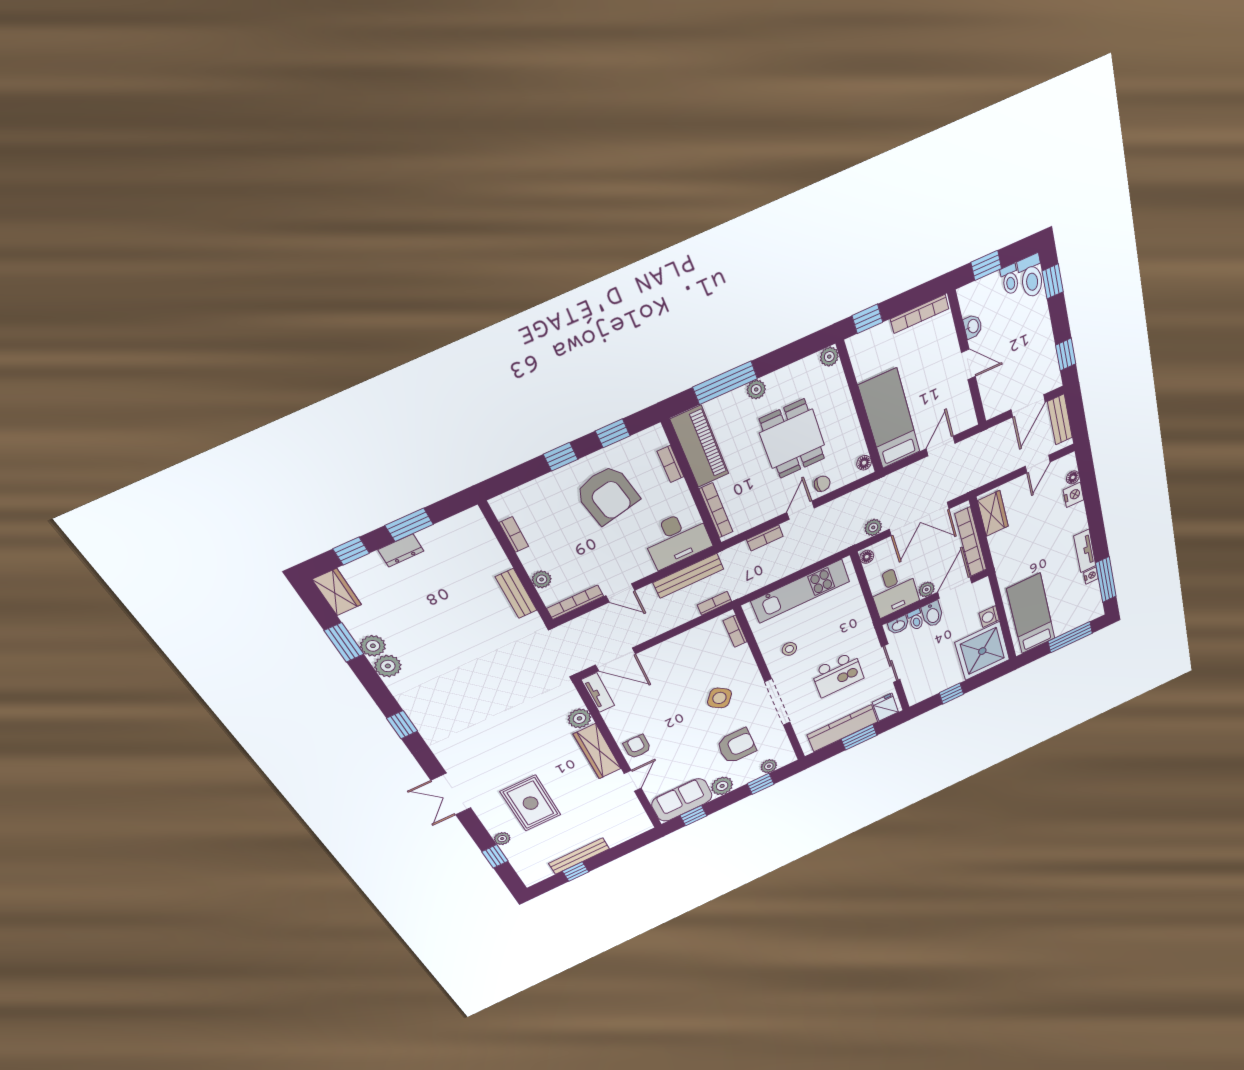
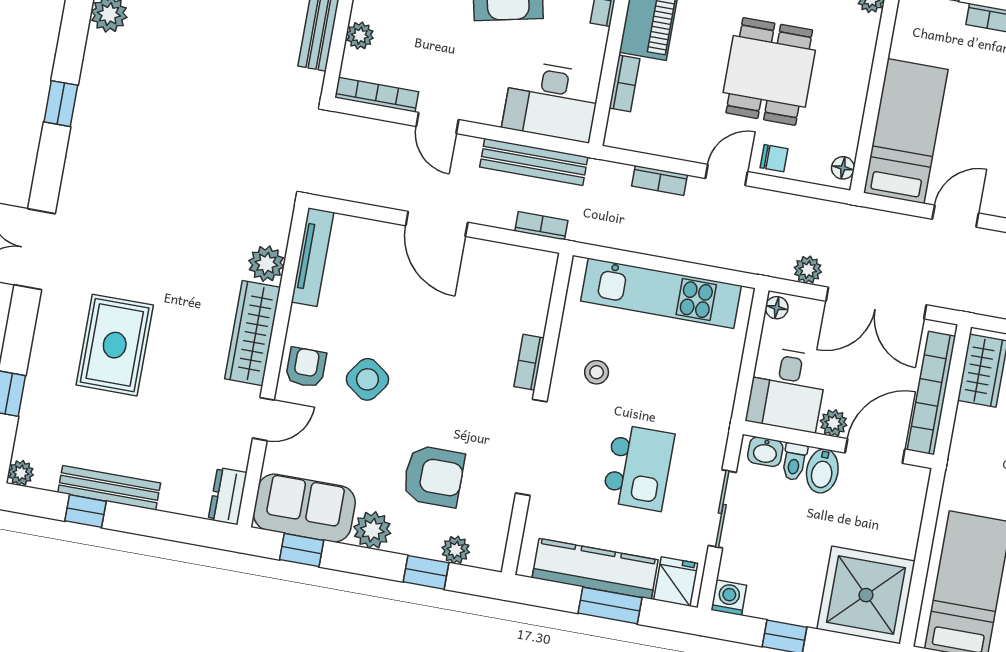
bookcase: (716, 511) -> (625, 83), width x0.64
washing machine: (989, 617) -> (729, 598), moved, turned 90
bookcase: (735, 631) -> (529, 362), moved
door: (615, 659) -> (437, 224), moved
kitchen island: (838, 674) -> (638, 468), turned -90
tv unit: (598, 693) -> (313, 257), width x1.41
side table: (719, 698) -> (367, 379), moved
dresser: (640, 821) -> (228, 496), added
plant: (502, 839) -> (21, 473), moved

